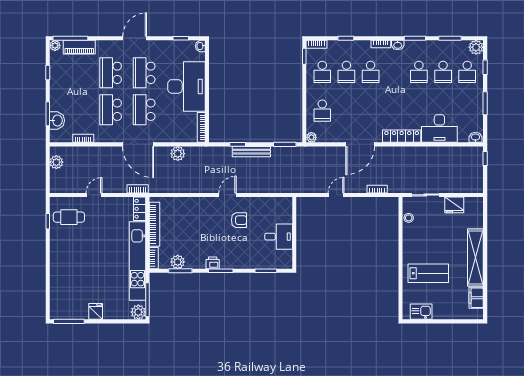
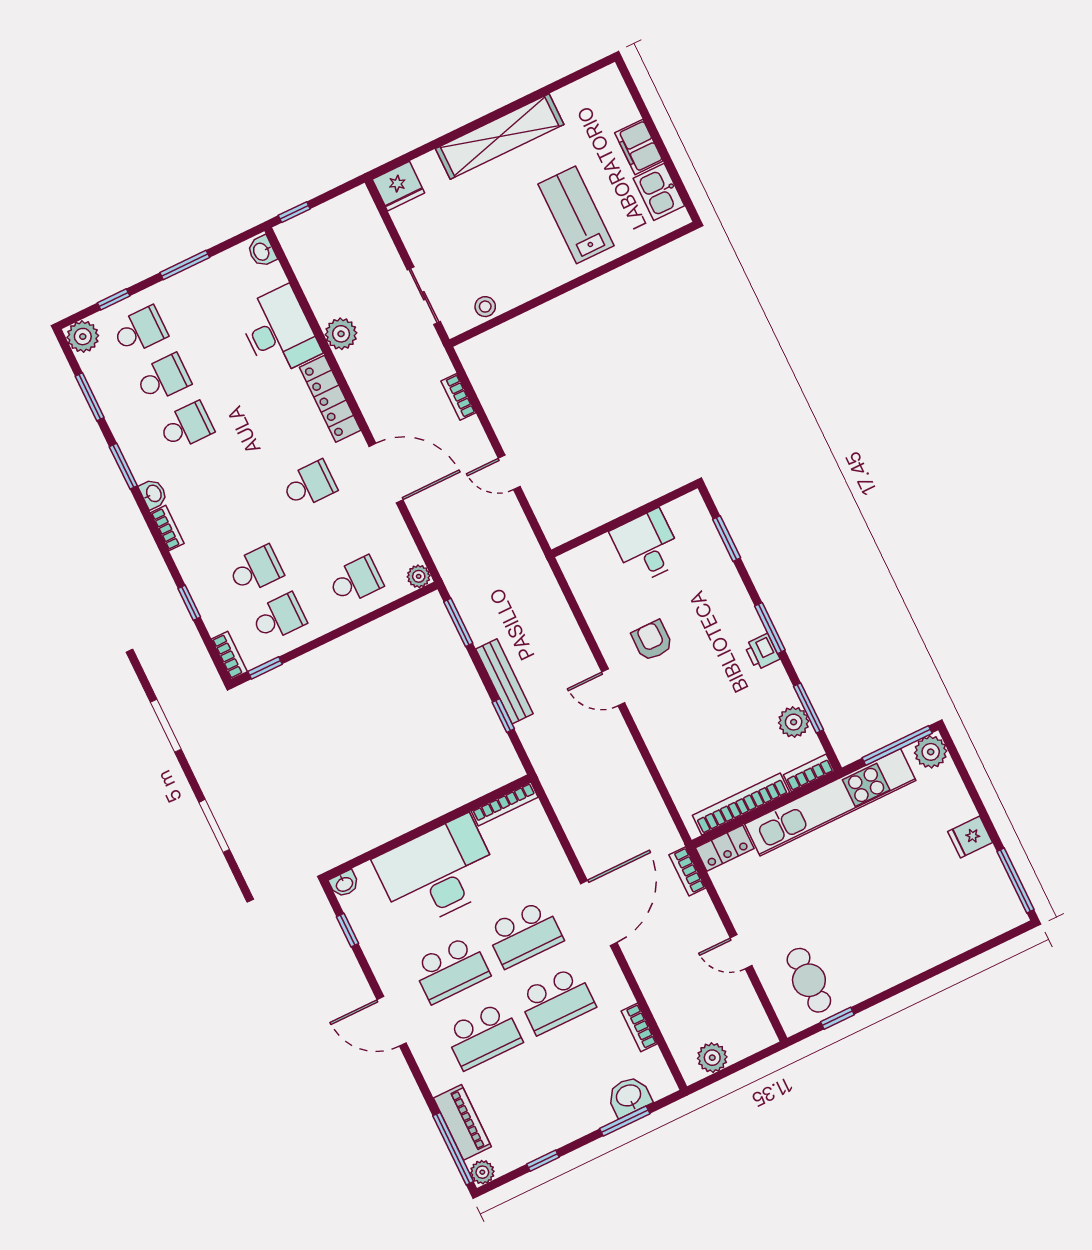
school desk: (371, 72) -> (309, 485), moved
plant: (178, 154) -> (341, 334), moved
fridge: (454, 205) -> (398, 186), moved, turned 90
filing cabinet: (476, 298) -> (639, 147), moved, turned 90

